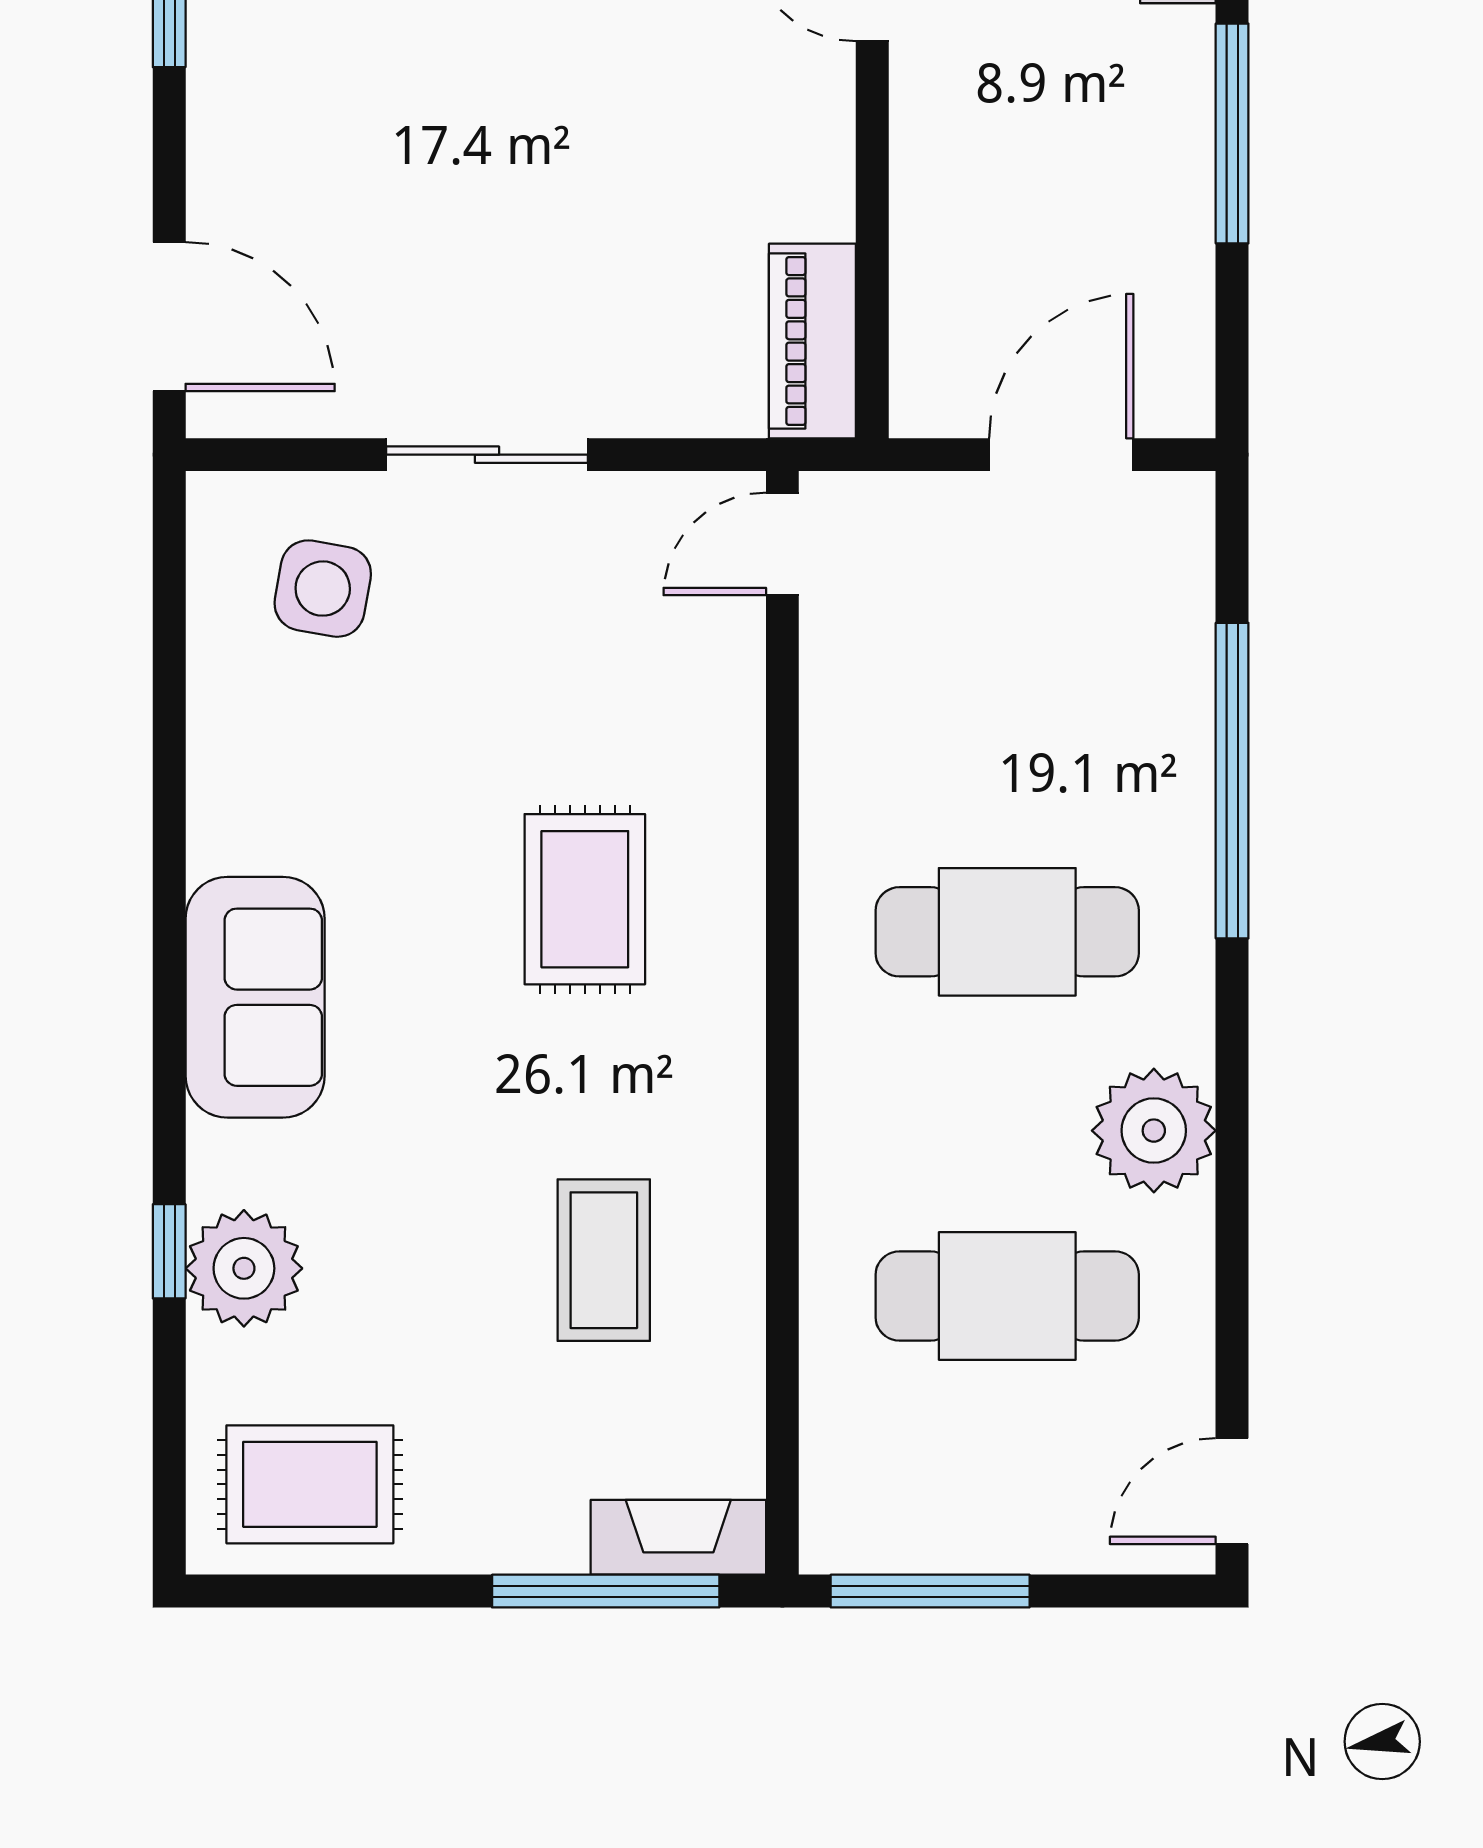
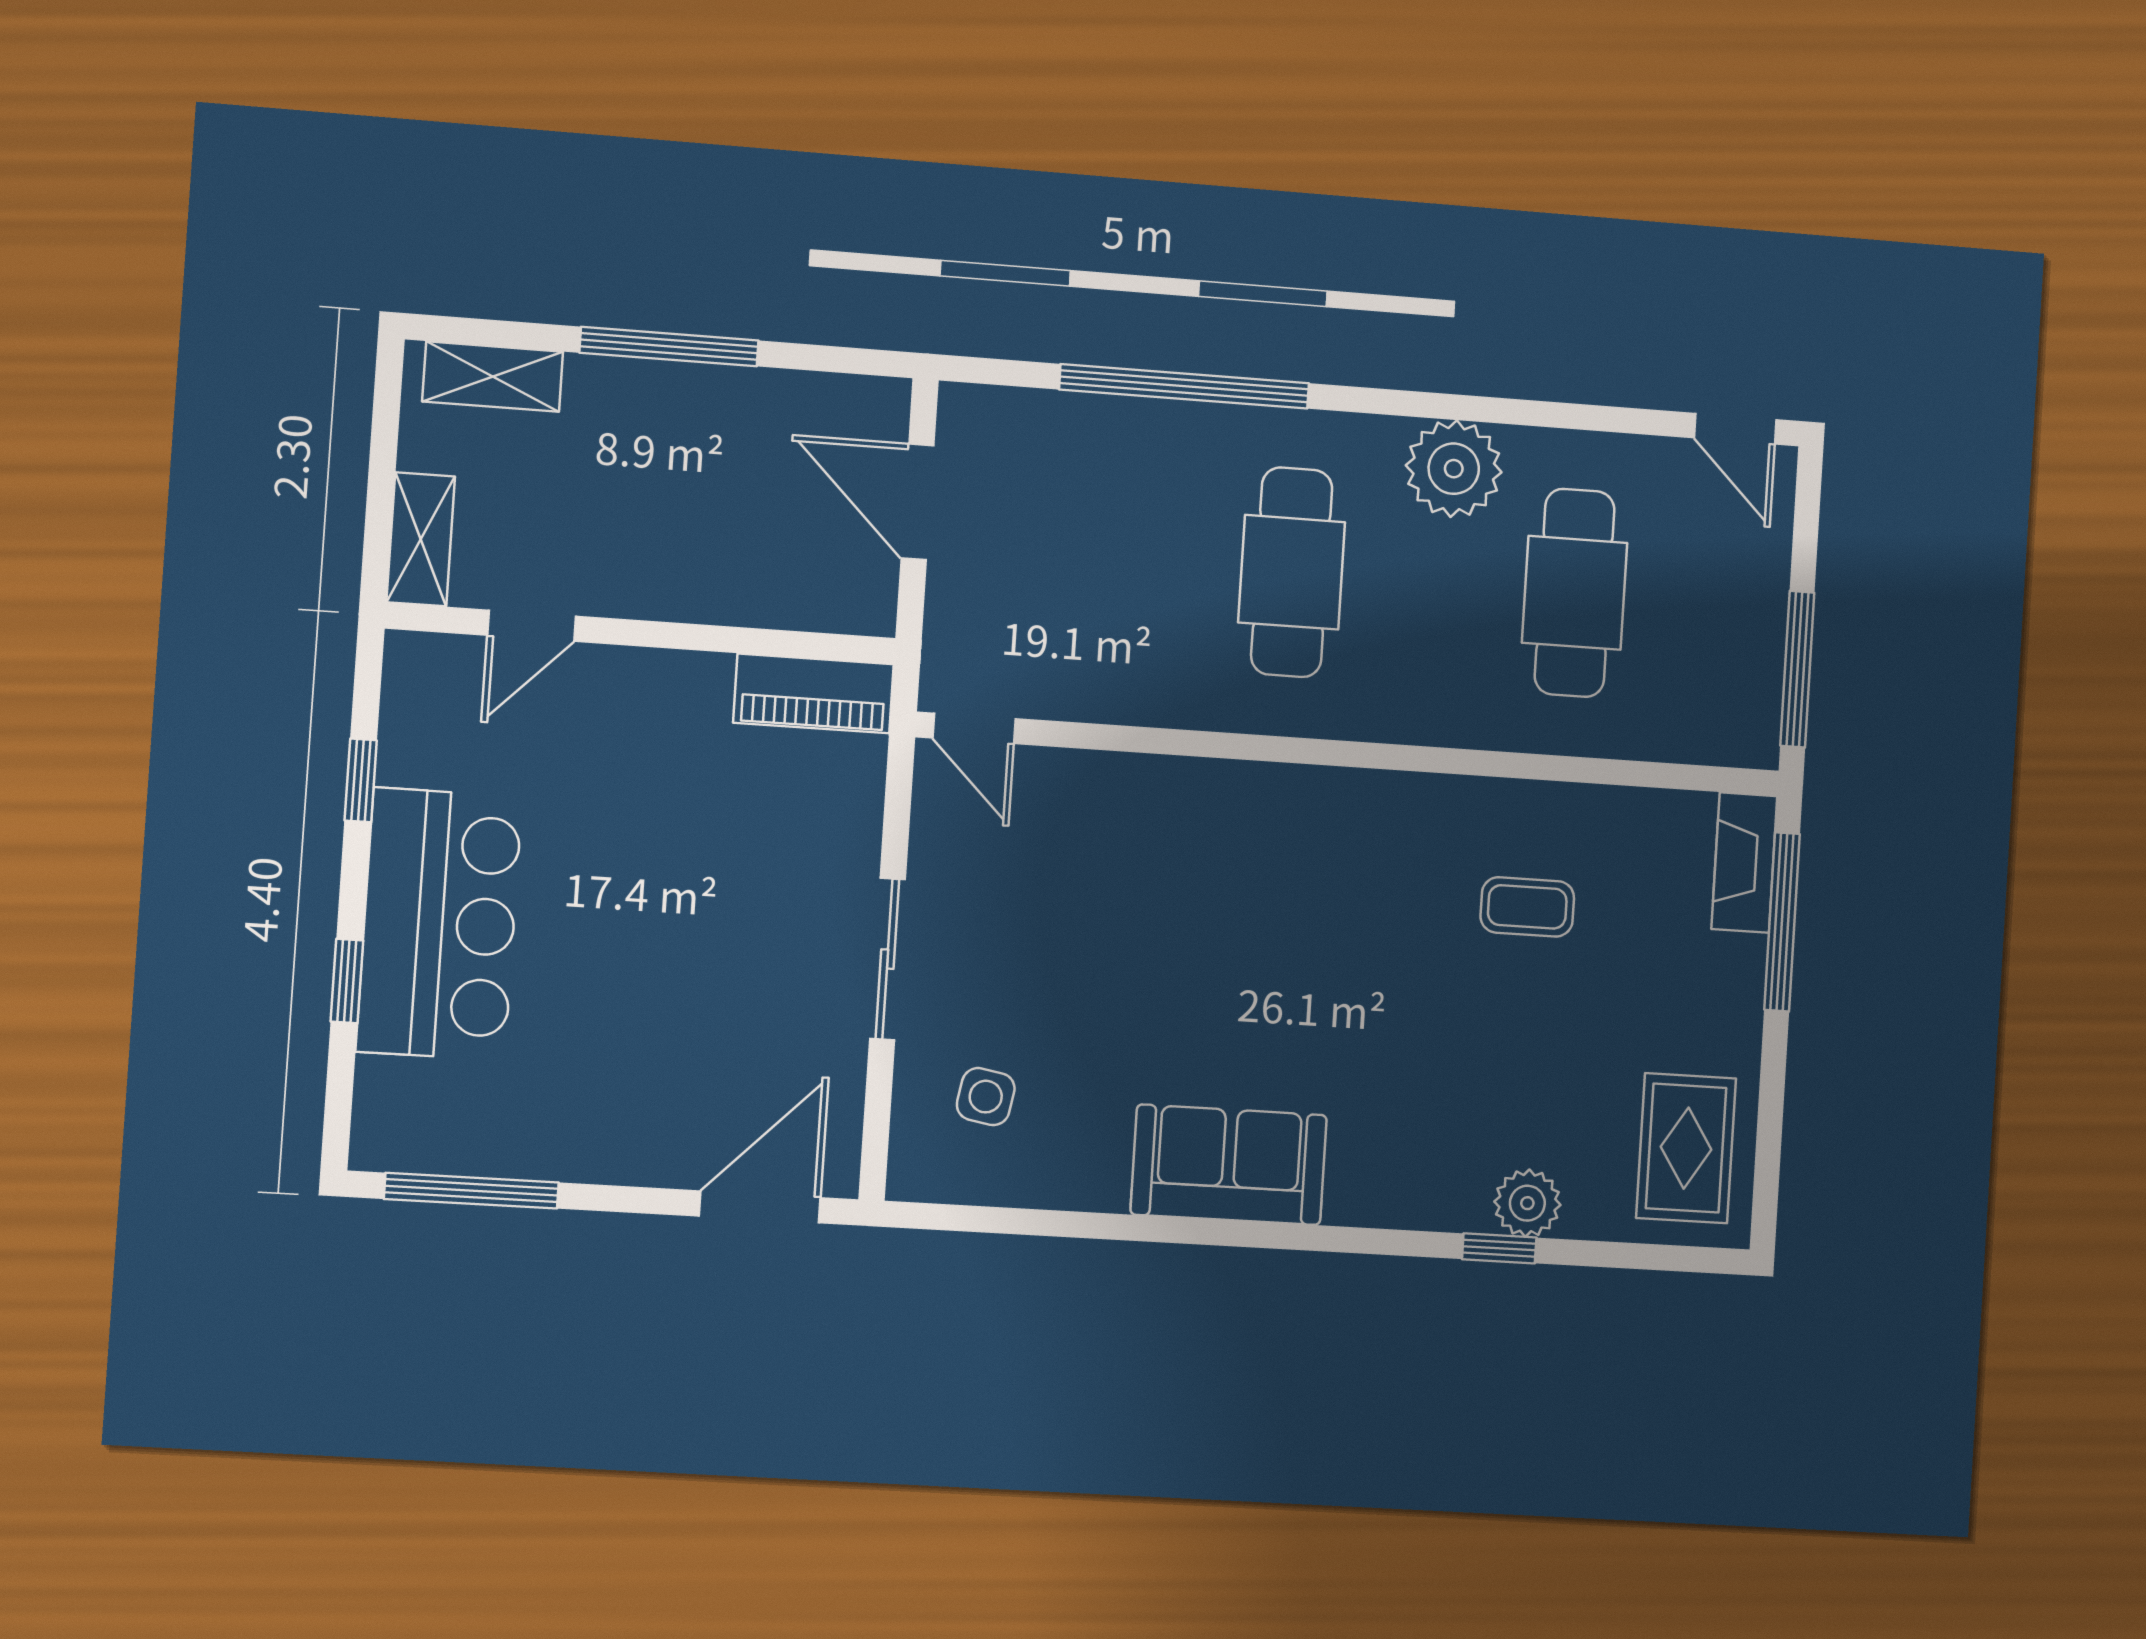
side table: (323, 589) -> (986, 1097), width x0.73, depth x0.73
rug: (585, 899) -> (1245, 904), removed
sofa: (255, 997) -> (1229, 1165), moved
coffee table: (604, 1260) -> (1527, 907), width x0.73, depth x0.77
plant: (244, 1268) -> (1527, 1203), width x0.73, depth x0.73

